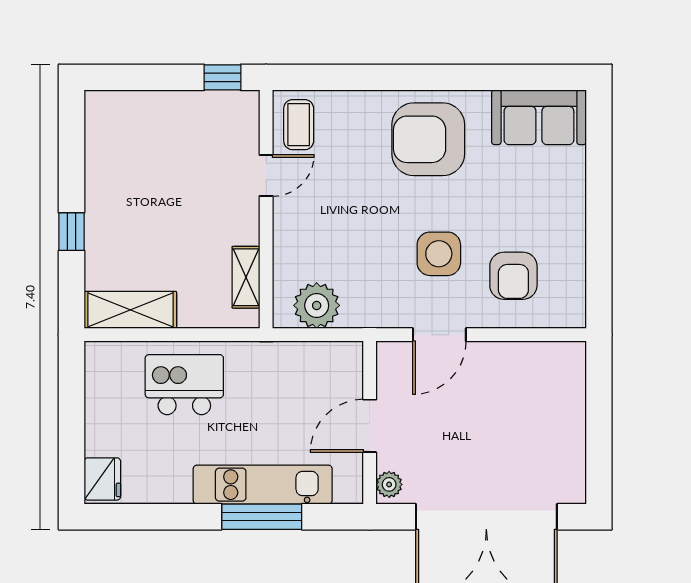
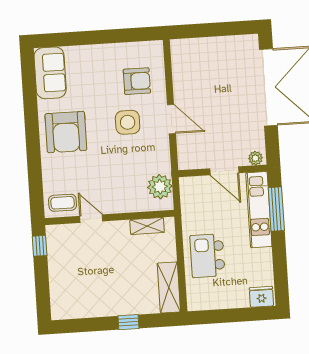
wall: (370, 423) -> (223, 171), moved
door: (370, 426) -> (224, 171), moved
plant: (389, 484) -> (255, 158), moved

